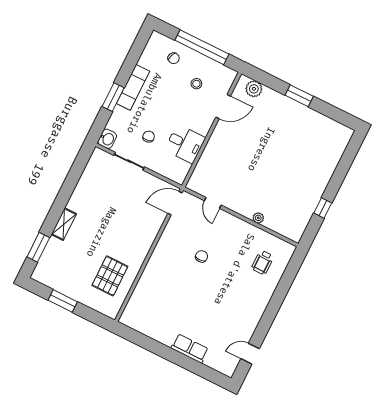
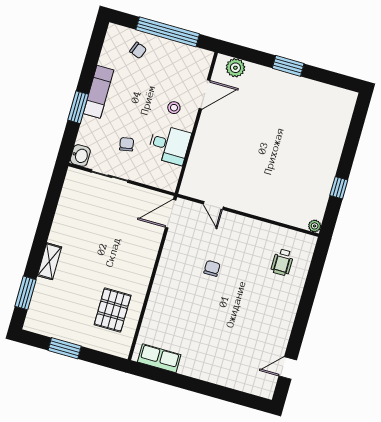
stool: (196, 84) -> (174, 108), moved
plant: (258, 218) -> (315, 226), moved
row of seats: (190, 348) -> (159, 358), moved

